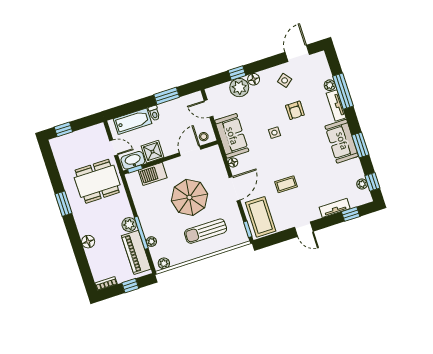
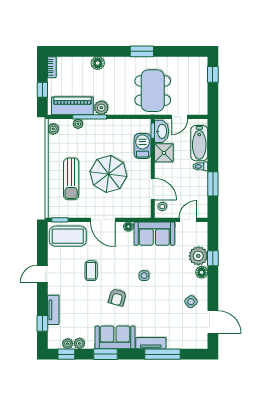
plant: (330, 85) -> (79, 343), moved
armchair: (295, 110) -> (117, 297), moved, turned -74
sun lounger: (206, 231) -> (71, 179), turned 180

